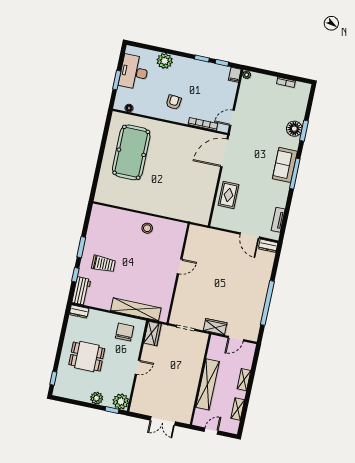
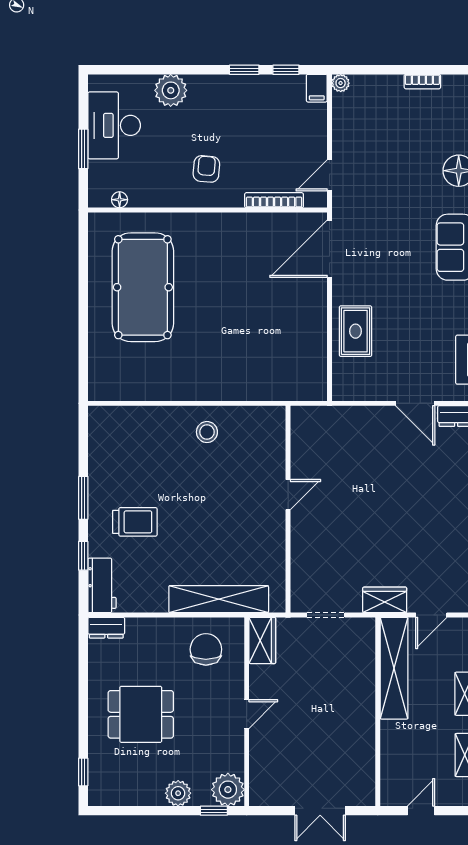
shelving: (208, 384) -> (394, 668), moved

